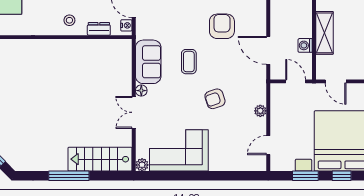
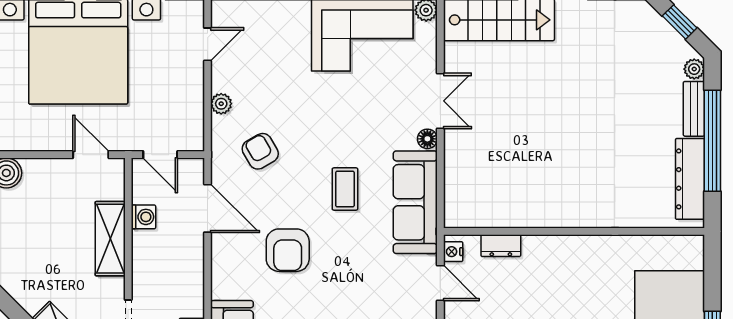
stool: (69, 20) -> (552, 261), removed
sofa: (148, 62) -> (415, 202), width x1.36
armchair: (215, 99) -> (260, 151), moved, turned -101

